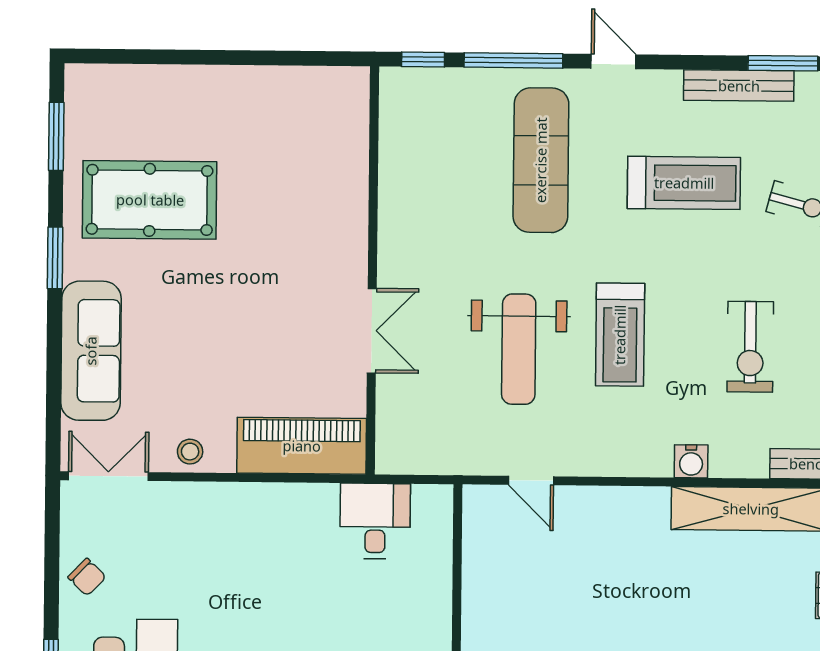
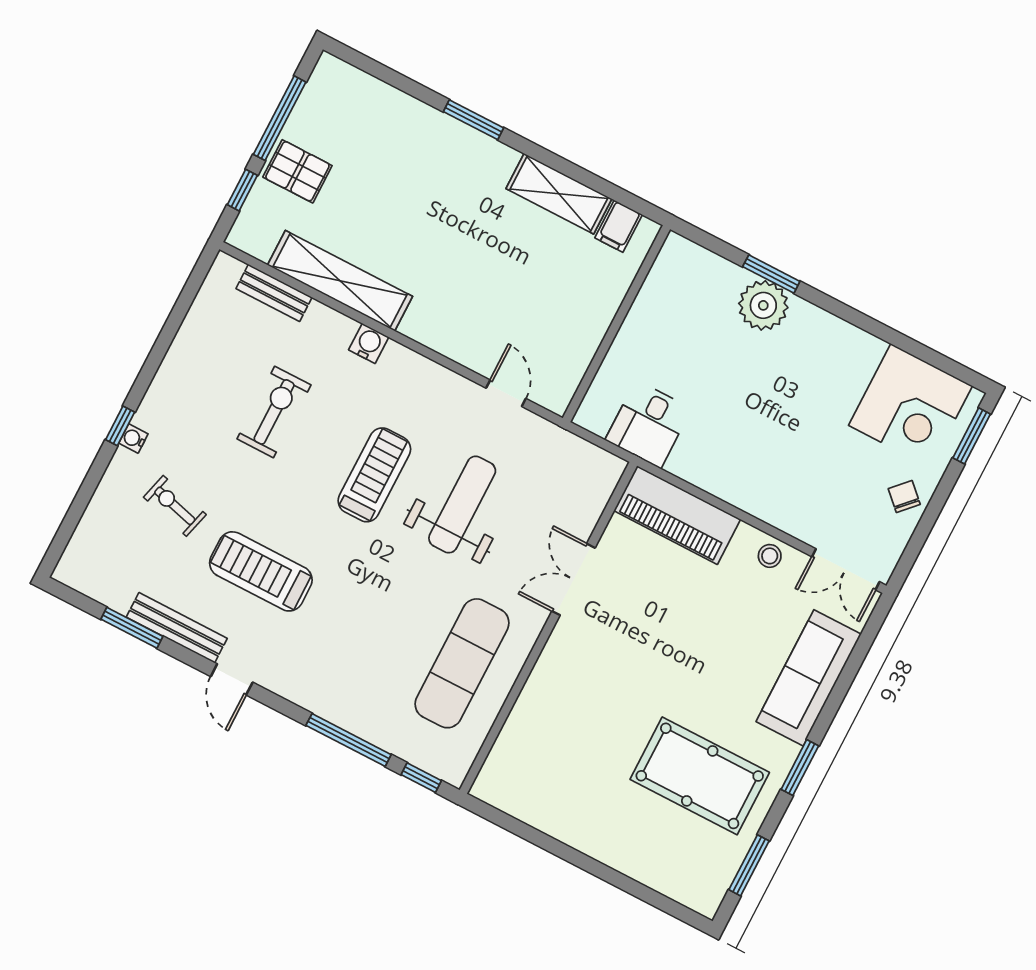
door: (613, 61) -> (232, 679), moved
exercise mat: (541, 160) -> (462, 663), moved

